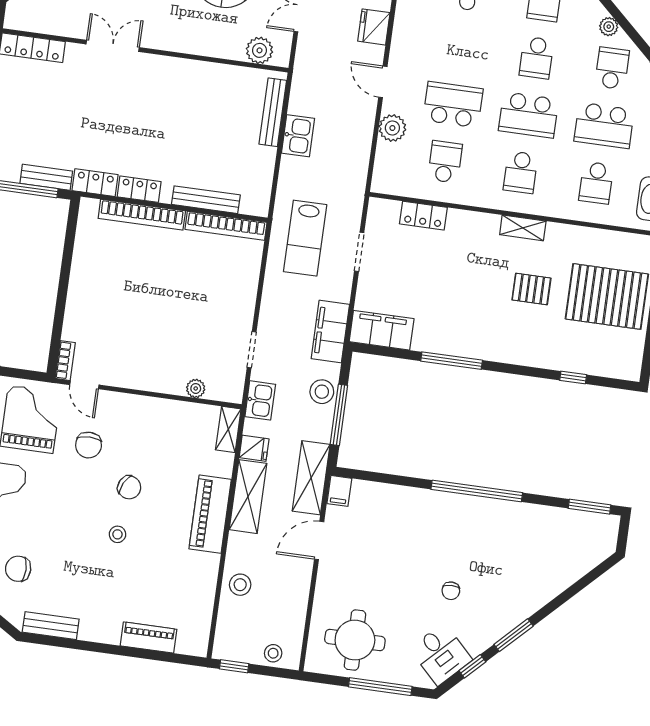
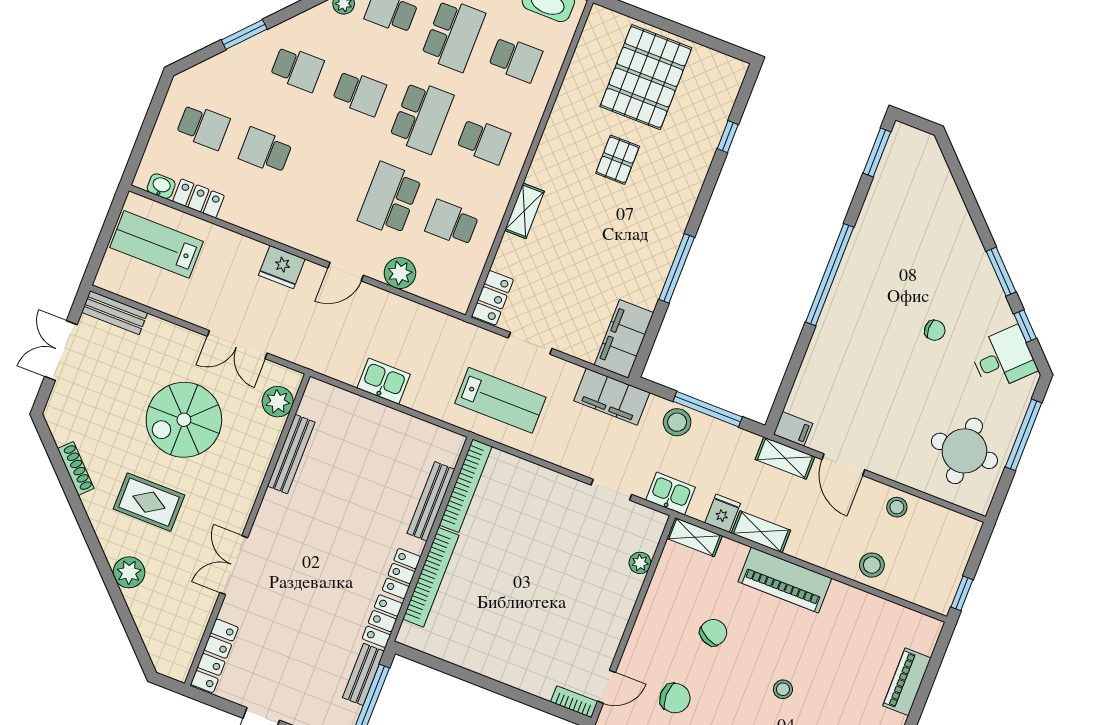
bench: (273, 112) -> (291, 454), moved, turned 90
locker: (423, 216) -> (492, 298), moved
shelving: (523, 228) -> (524, 211), moved
shelving: (311, 478) -> (785, 458), width x0.67, depth x0.75
chair: (129, 487) -> (713, 633), moved
shelving: (248, 497) -> (761, 532), width x0.67, depth x0.75
stool: (273, 653) -> (897, 507), moved

